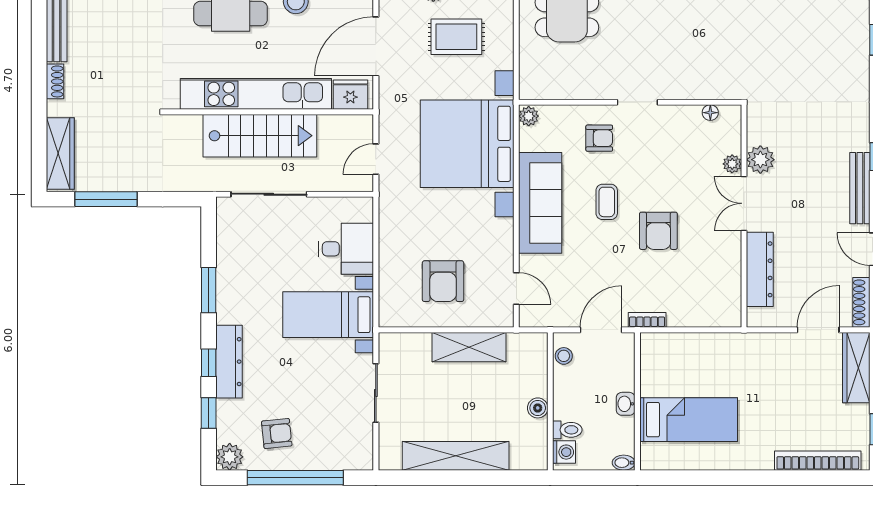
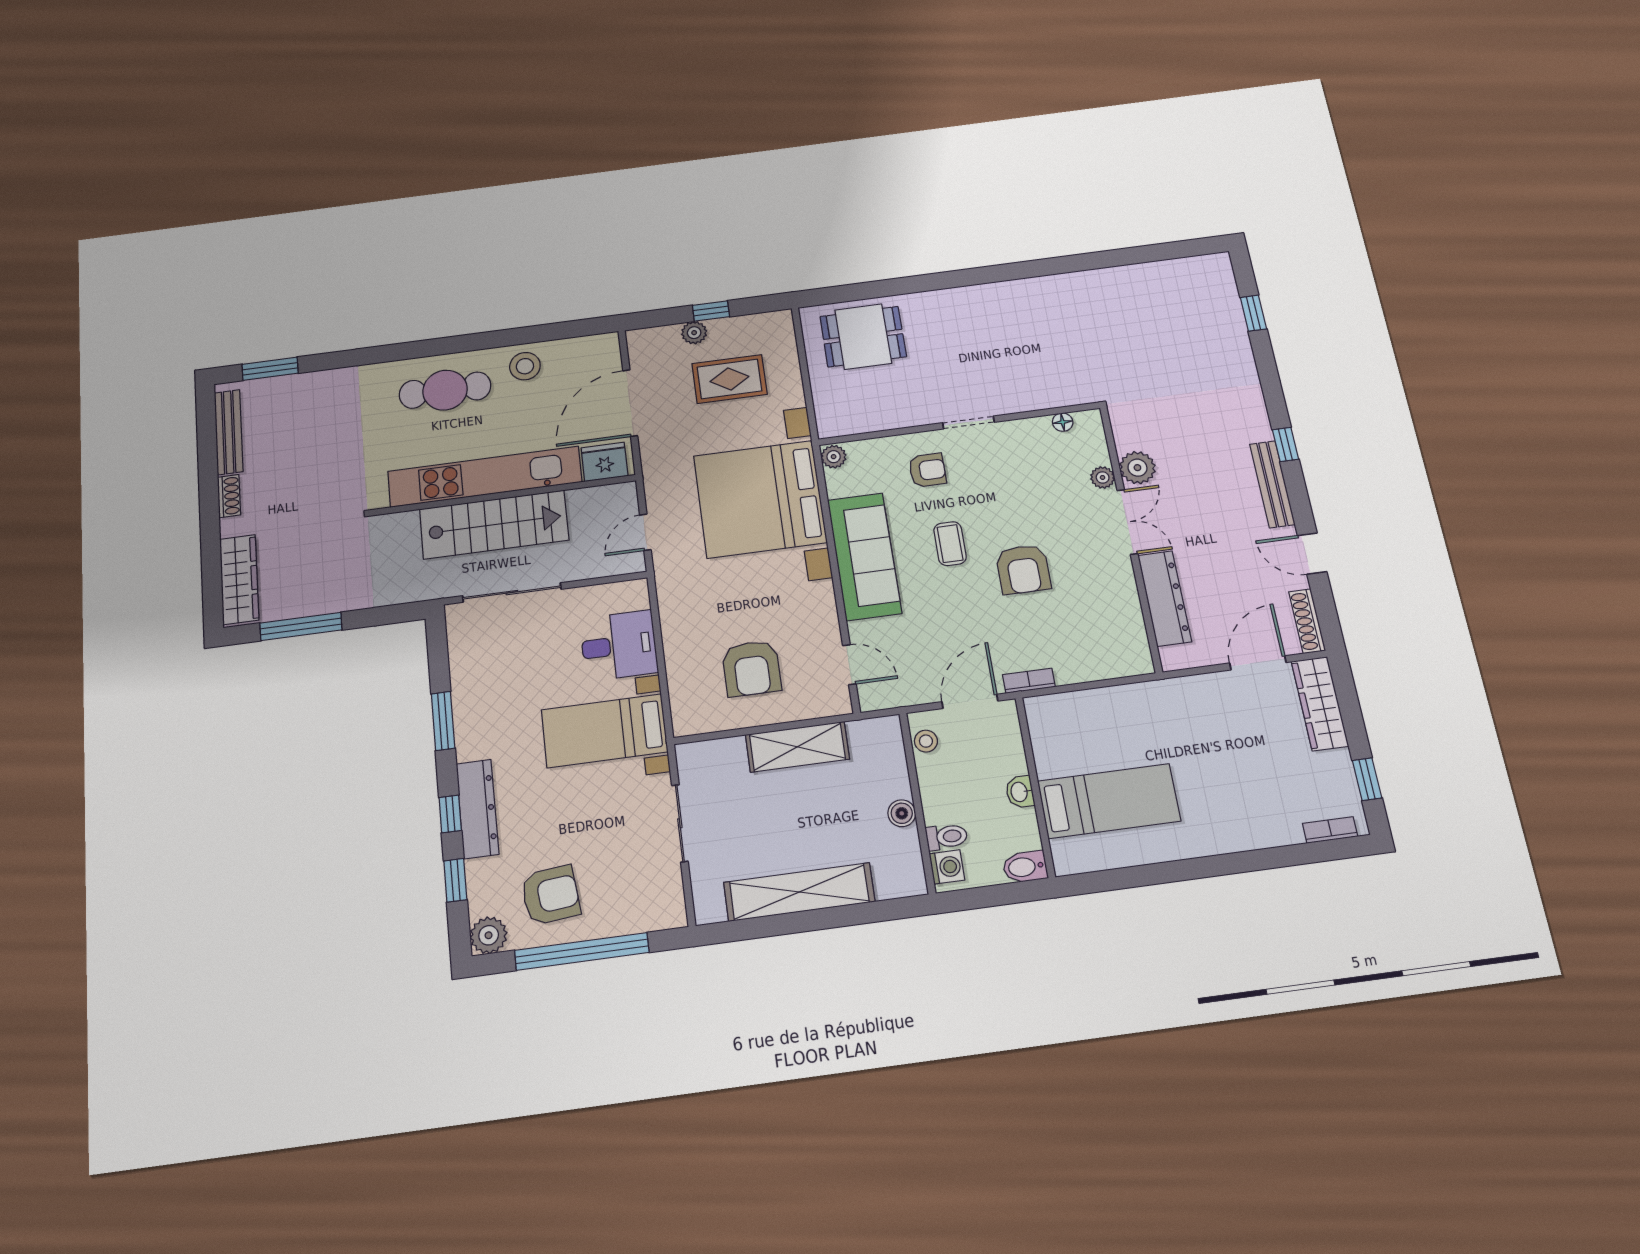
double door: (744, 203) -> (1127, 522), swing flipped
armchair: (277, 434) -> (551, 895), width x1.38, depth x1.38
bookcase: (818, 461) -> (1330, 830), width x0.43, depth x0.76
bidet: (624, 463) -> (1025, 867), width x1.38, depth x1.36

